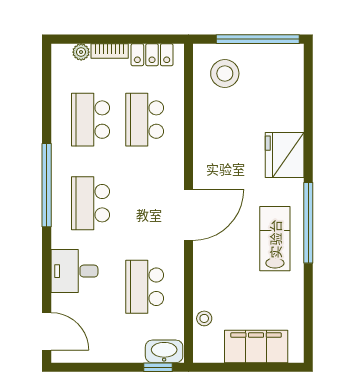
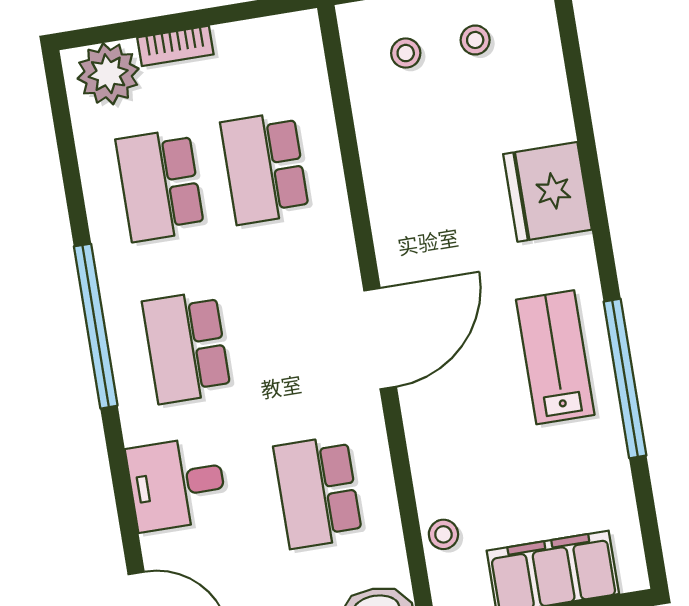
plant: (81, 52) -> (108, 74), width x1.87, depth x1.87
locker: (152, 55) -> (259, 40), removed
stool: (225, 73) -> (406, 53), width x0.53, depth x0.53
stool: (261, 73) -> (475, 40), added
window: (308, 223) -> (625, 378), moved

